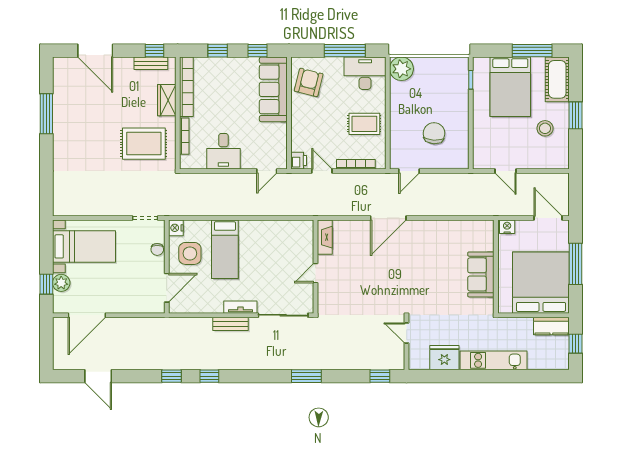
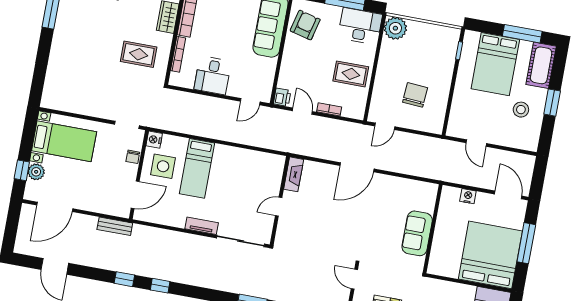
rug: (144, 144) -> (139, 54), width x0.73, depth x0.70
bookcase: (356, 164) -> (329, 109), width x0.64
wall: (496, 267) -> (433, 229), moved
sofa: (481, 274) -> (417, 233), moved
bench: (231, 324) -> (115, 226), moved

